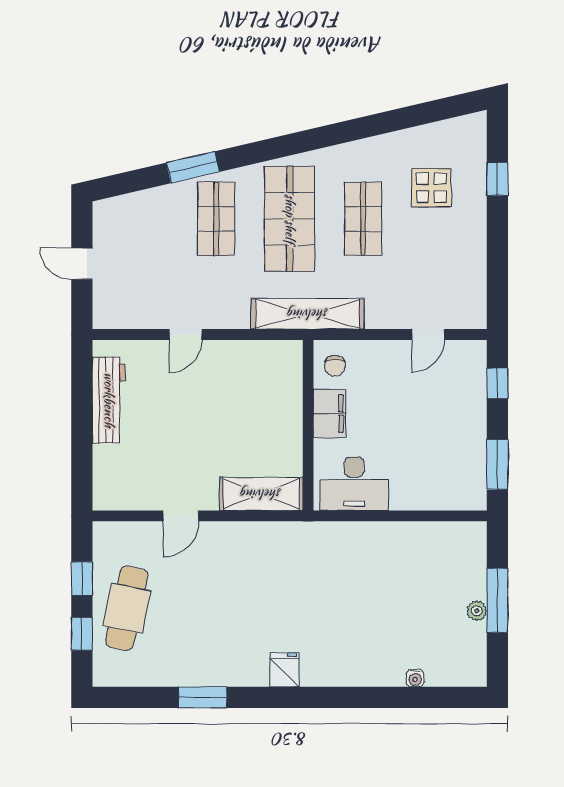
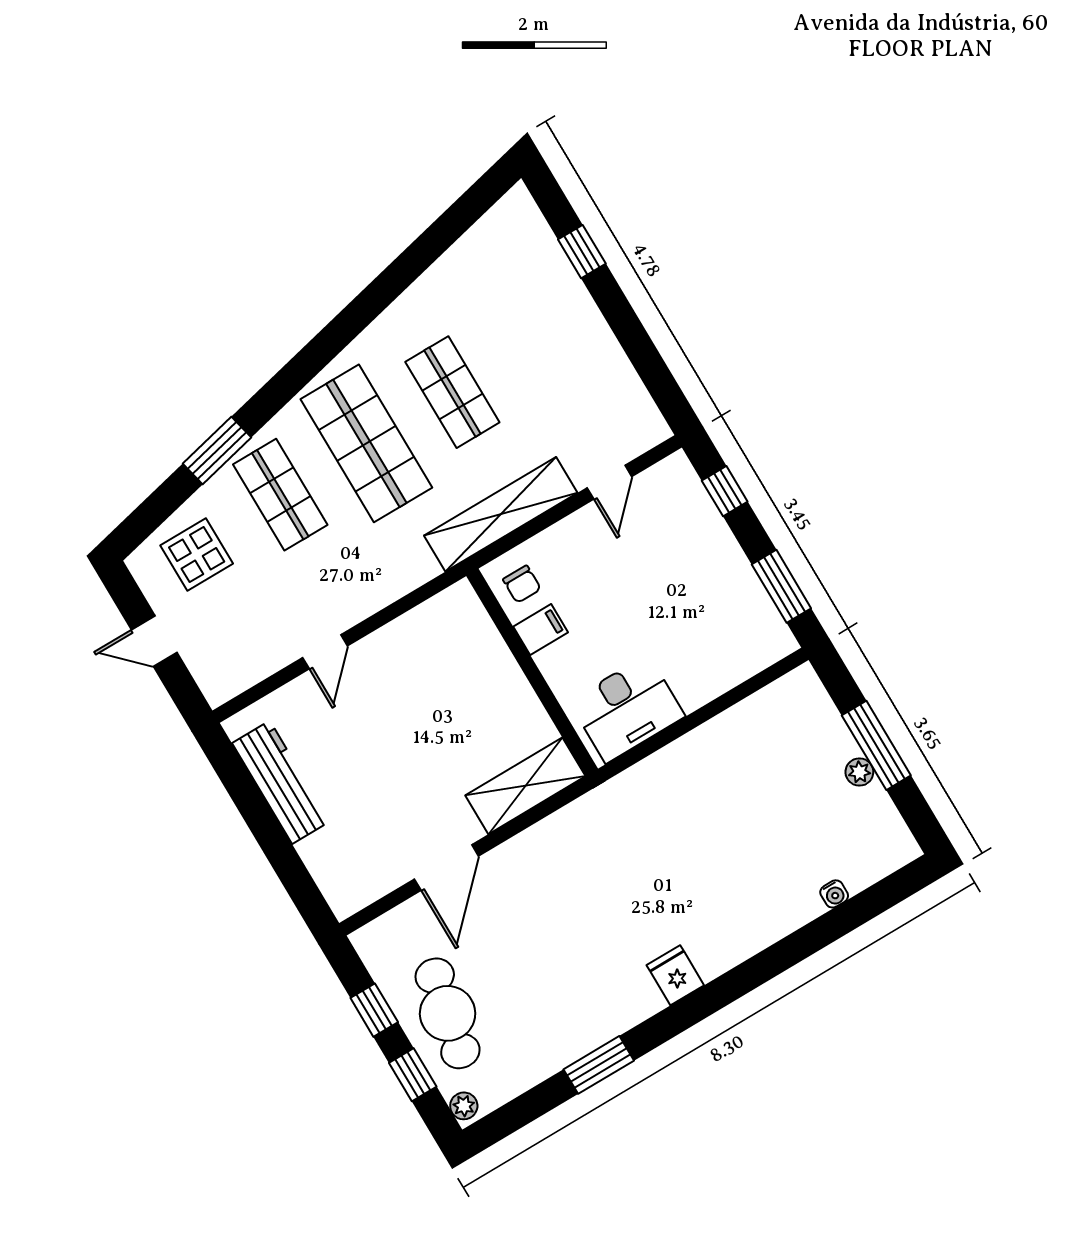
display table: (431, 188) -> (197, 555), moved
shelving: (308, 314) -> (501, 514), moved
filing cabinet: (330, 414) -> (541, 629), width x0.50
door: (181, 516) -> (446, 868), width x1.38
plant: (102, 673) -> (464, 1106), added

